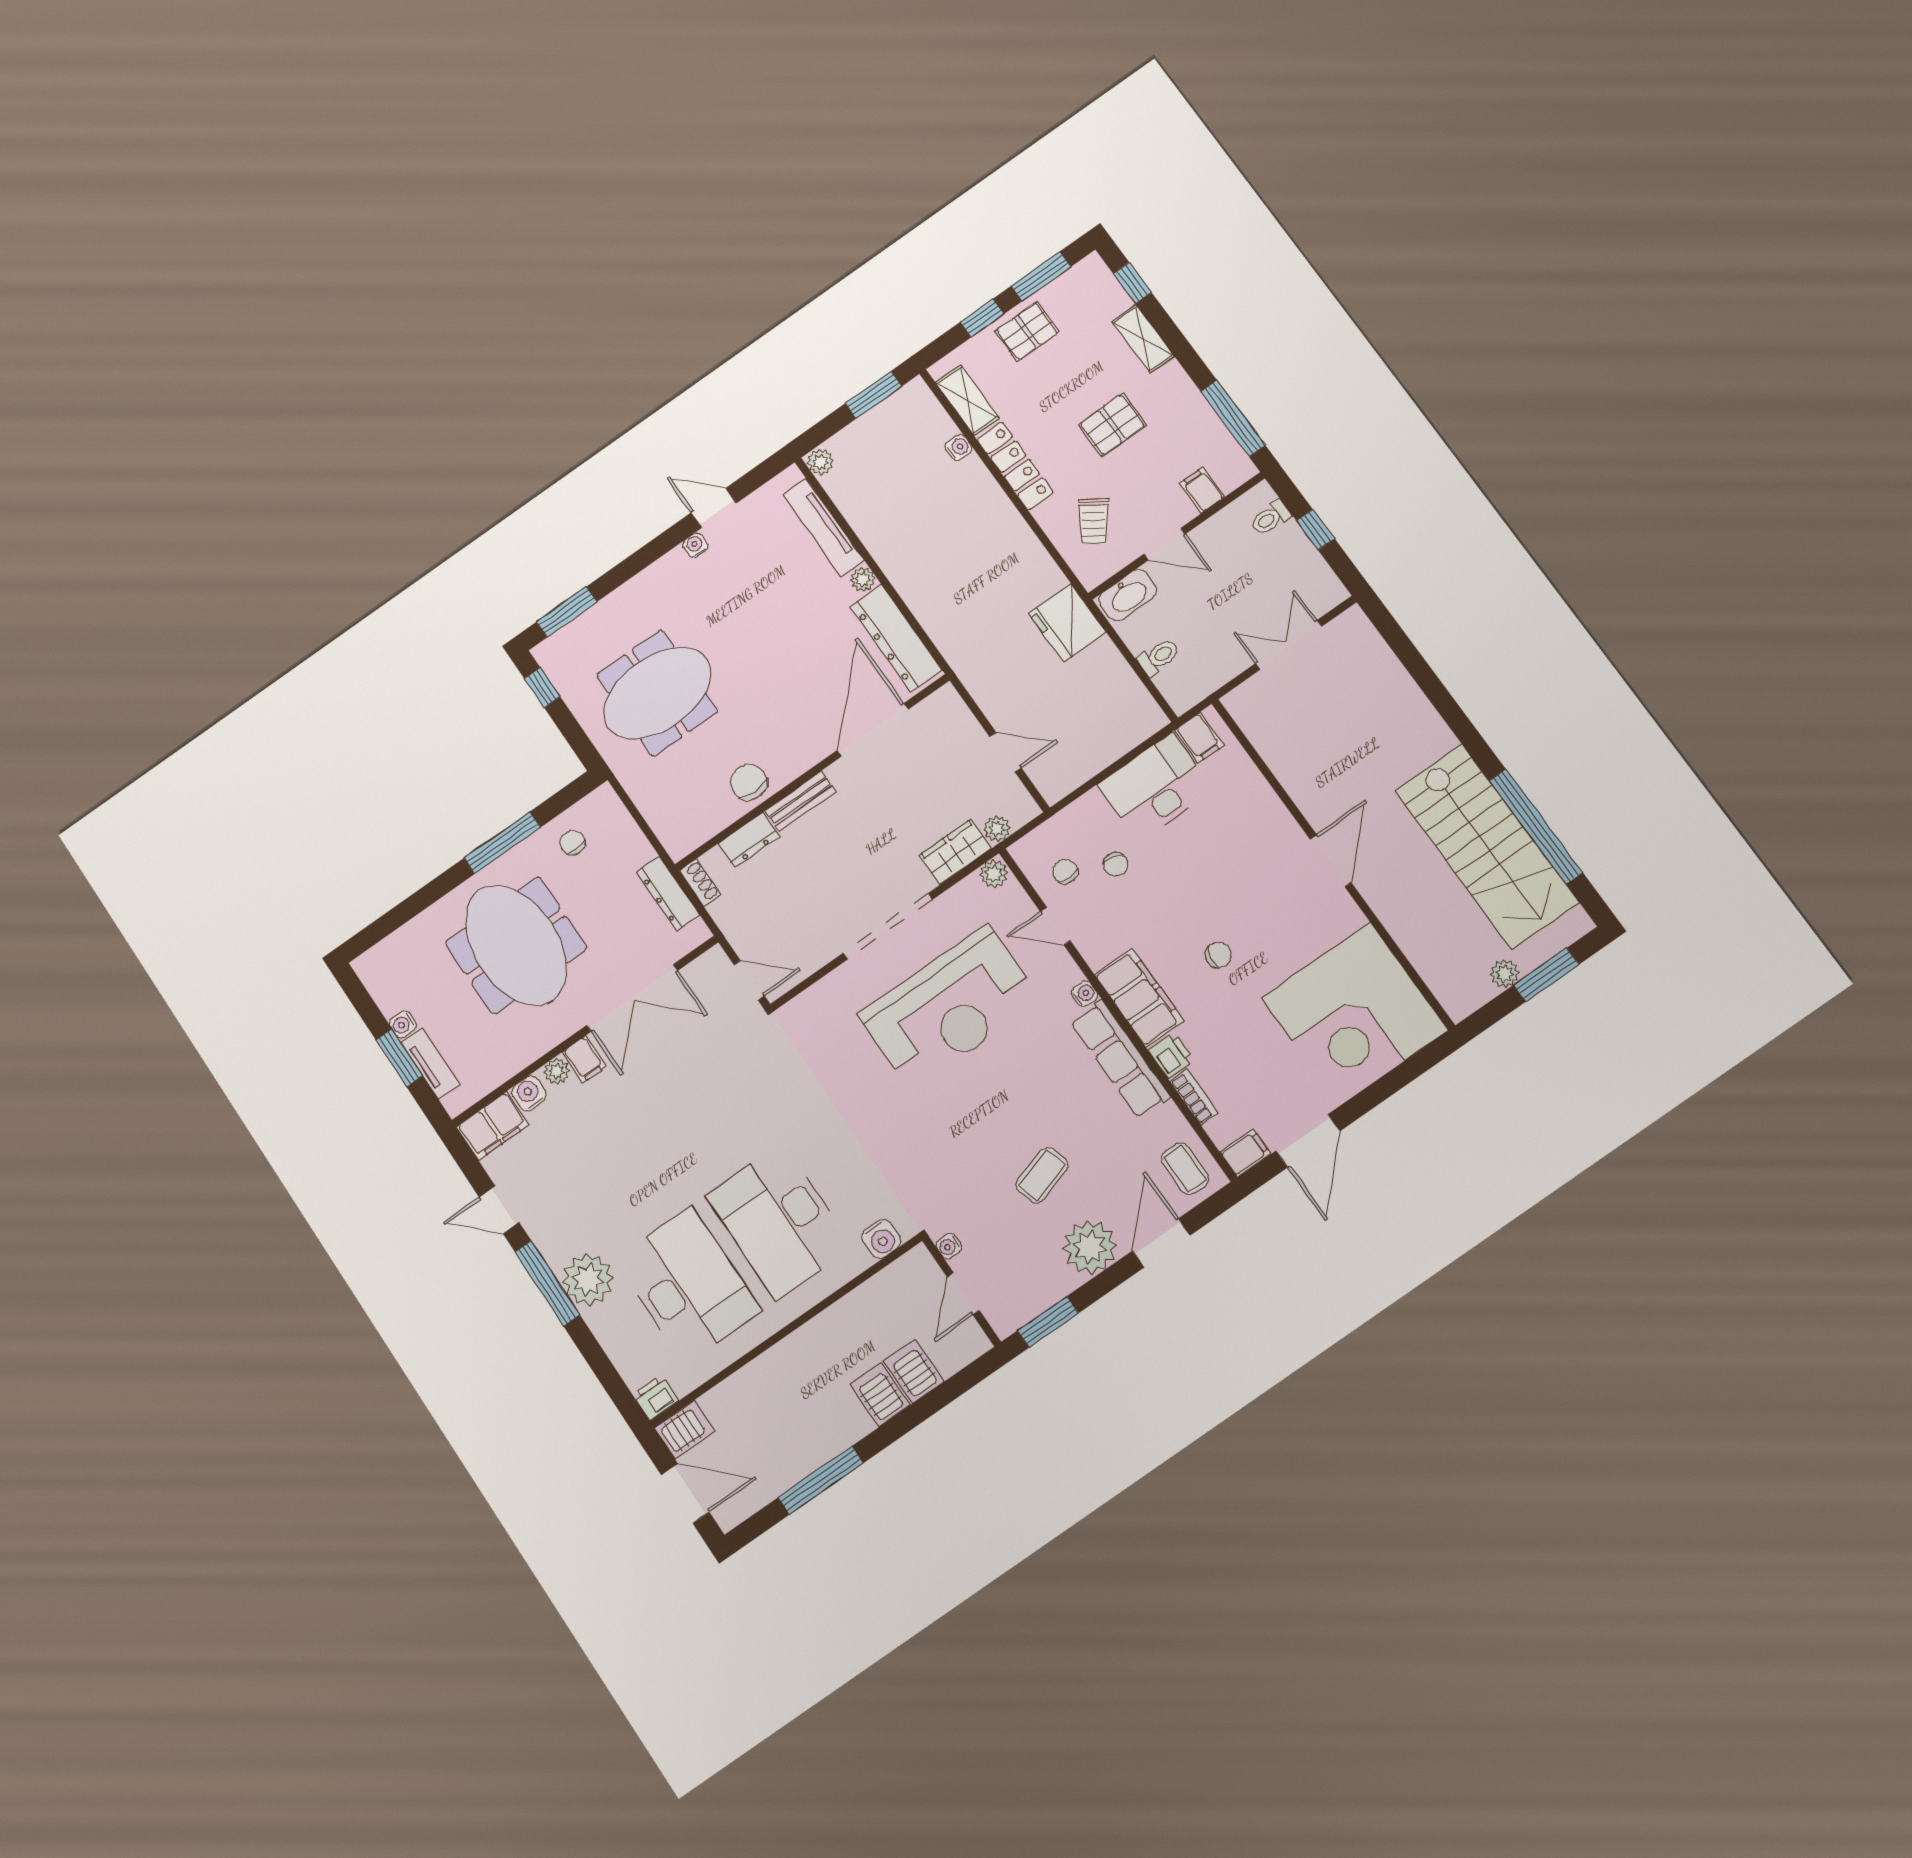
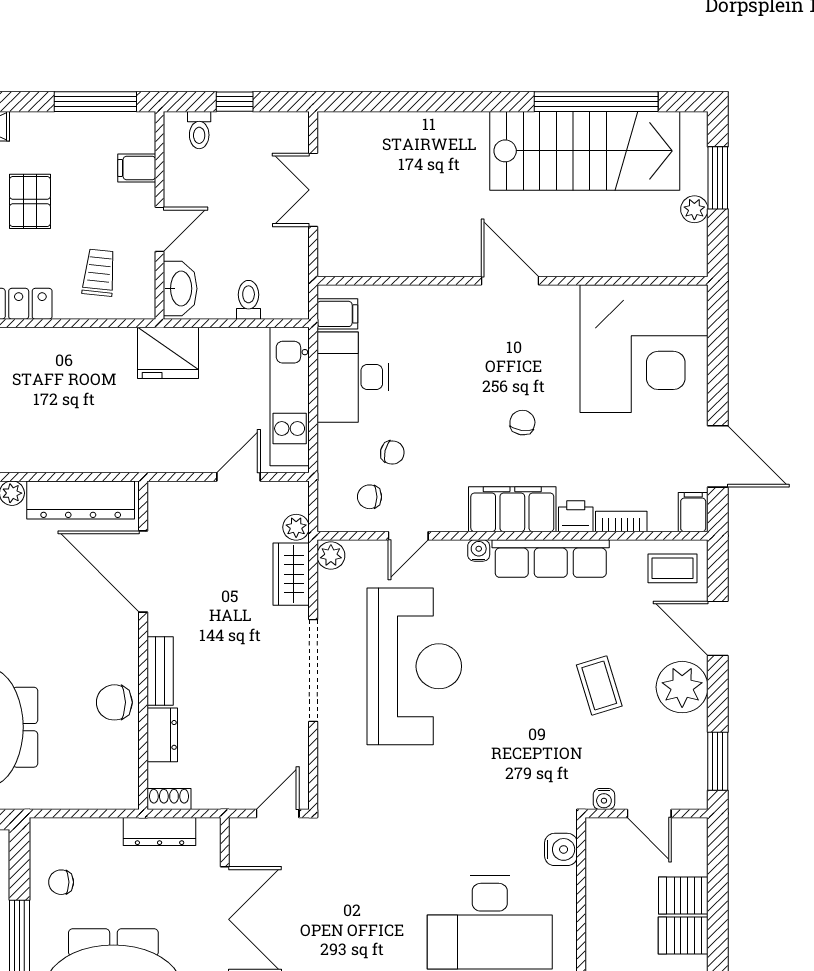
trolley: (1094, 521) -> (99, 273), turned -119
kitchen unit: (1102, 747) -> (290, 397), added

